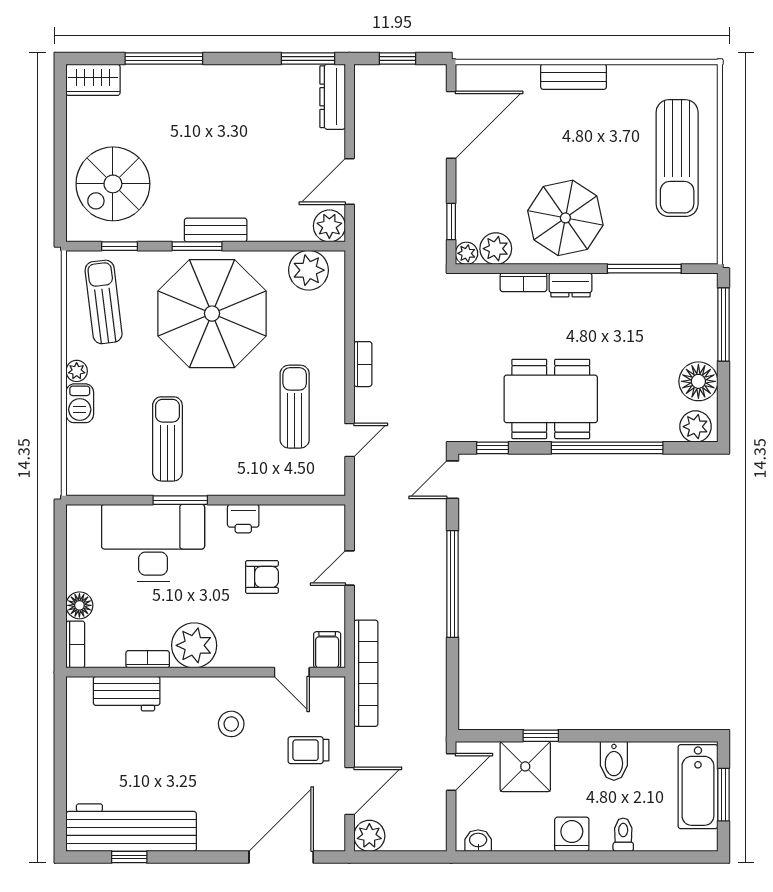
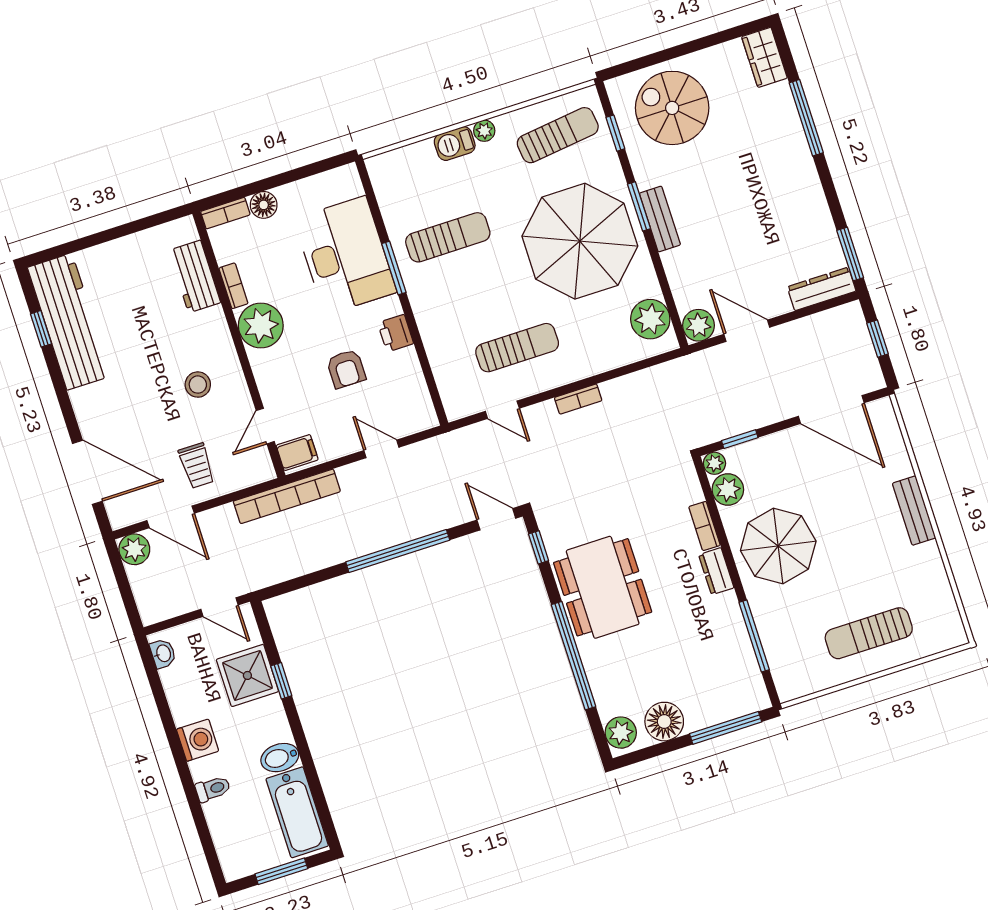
sun lounger: (677, 158) -> (869, 633), width x0.73, depth x0.75
trolley: (308, 750) -> (197, 466), turned 180
bathtub: (698, 787) -> (297, 812), moved, turned -90

